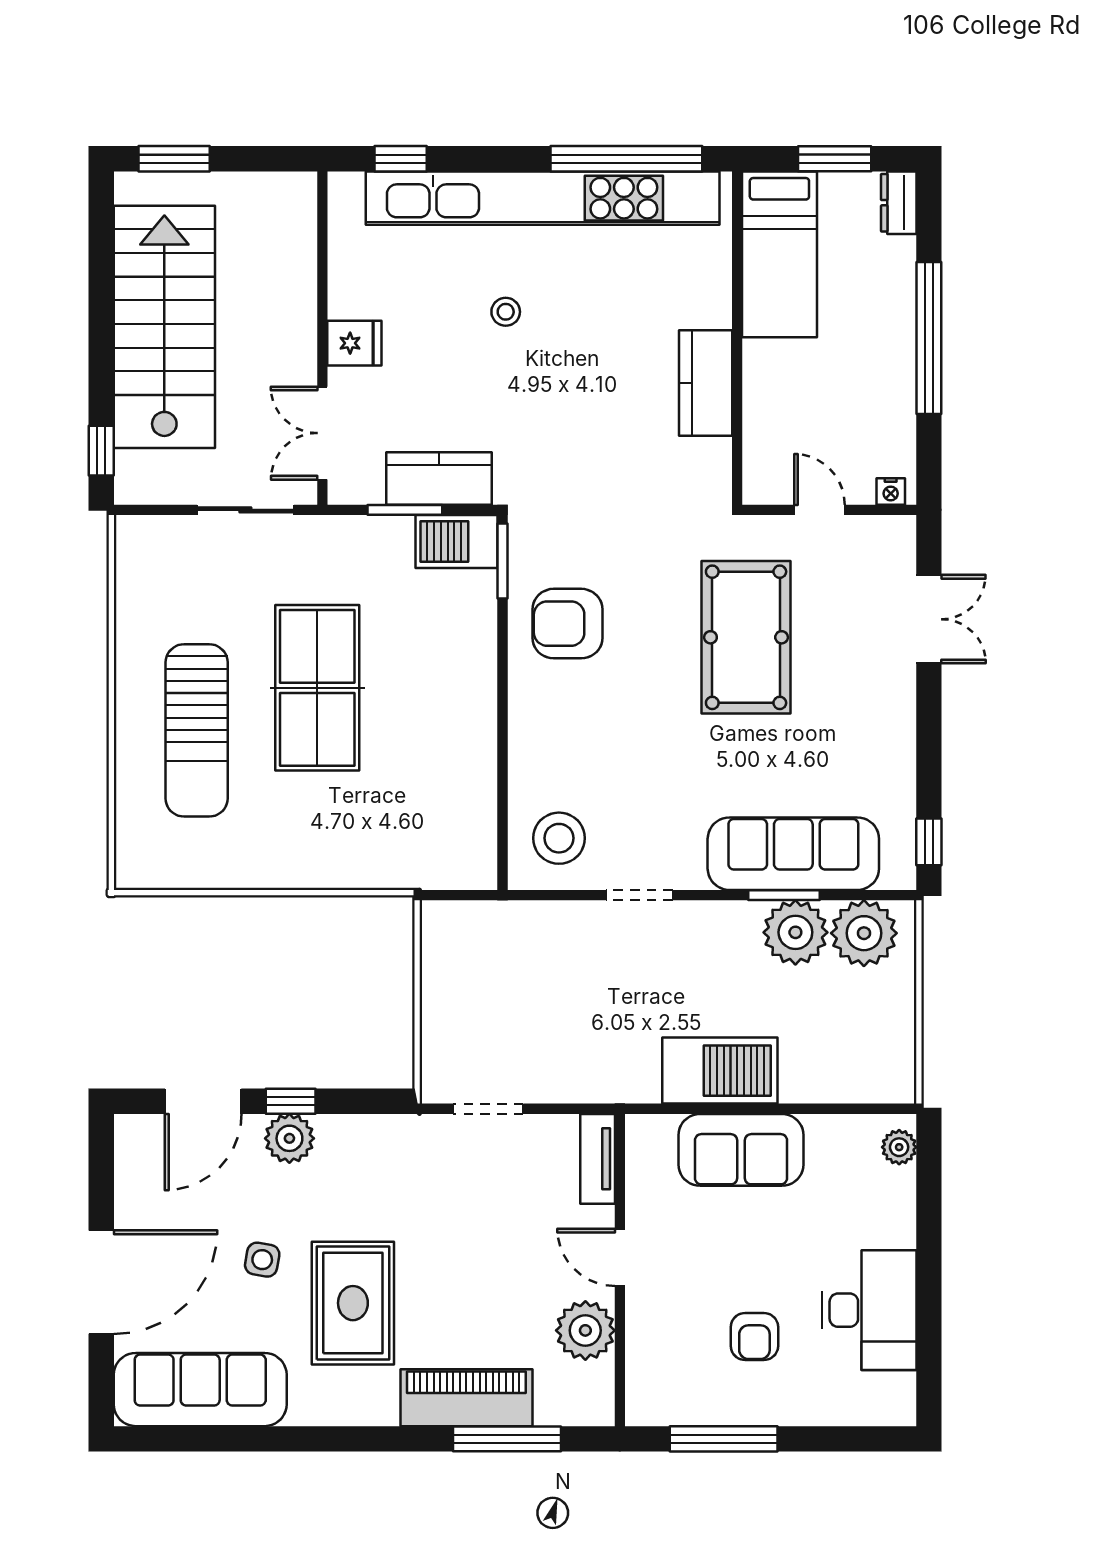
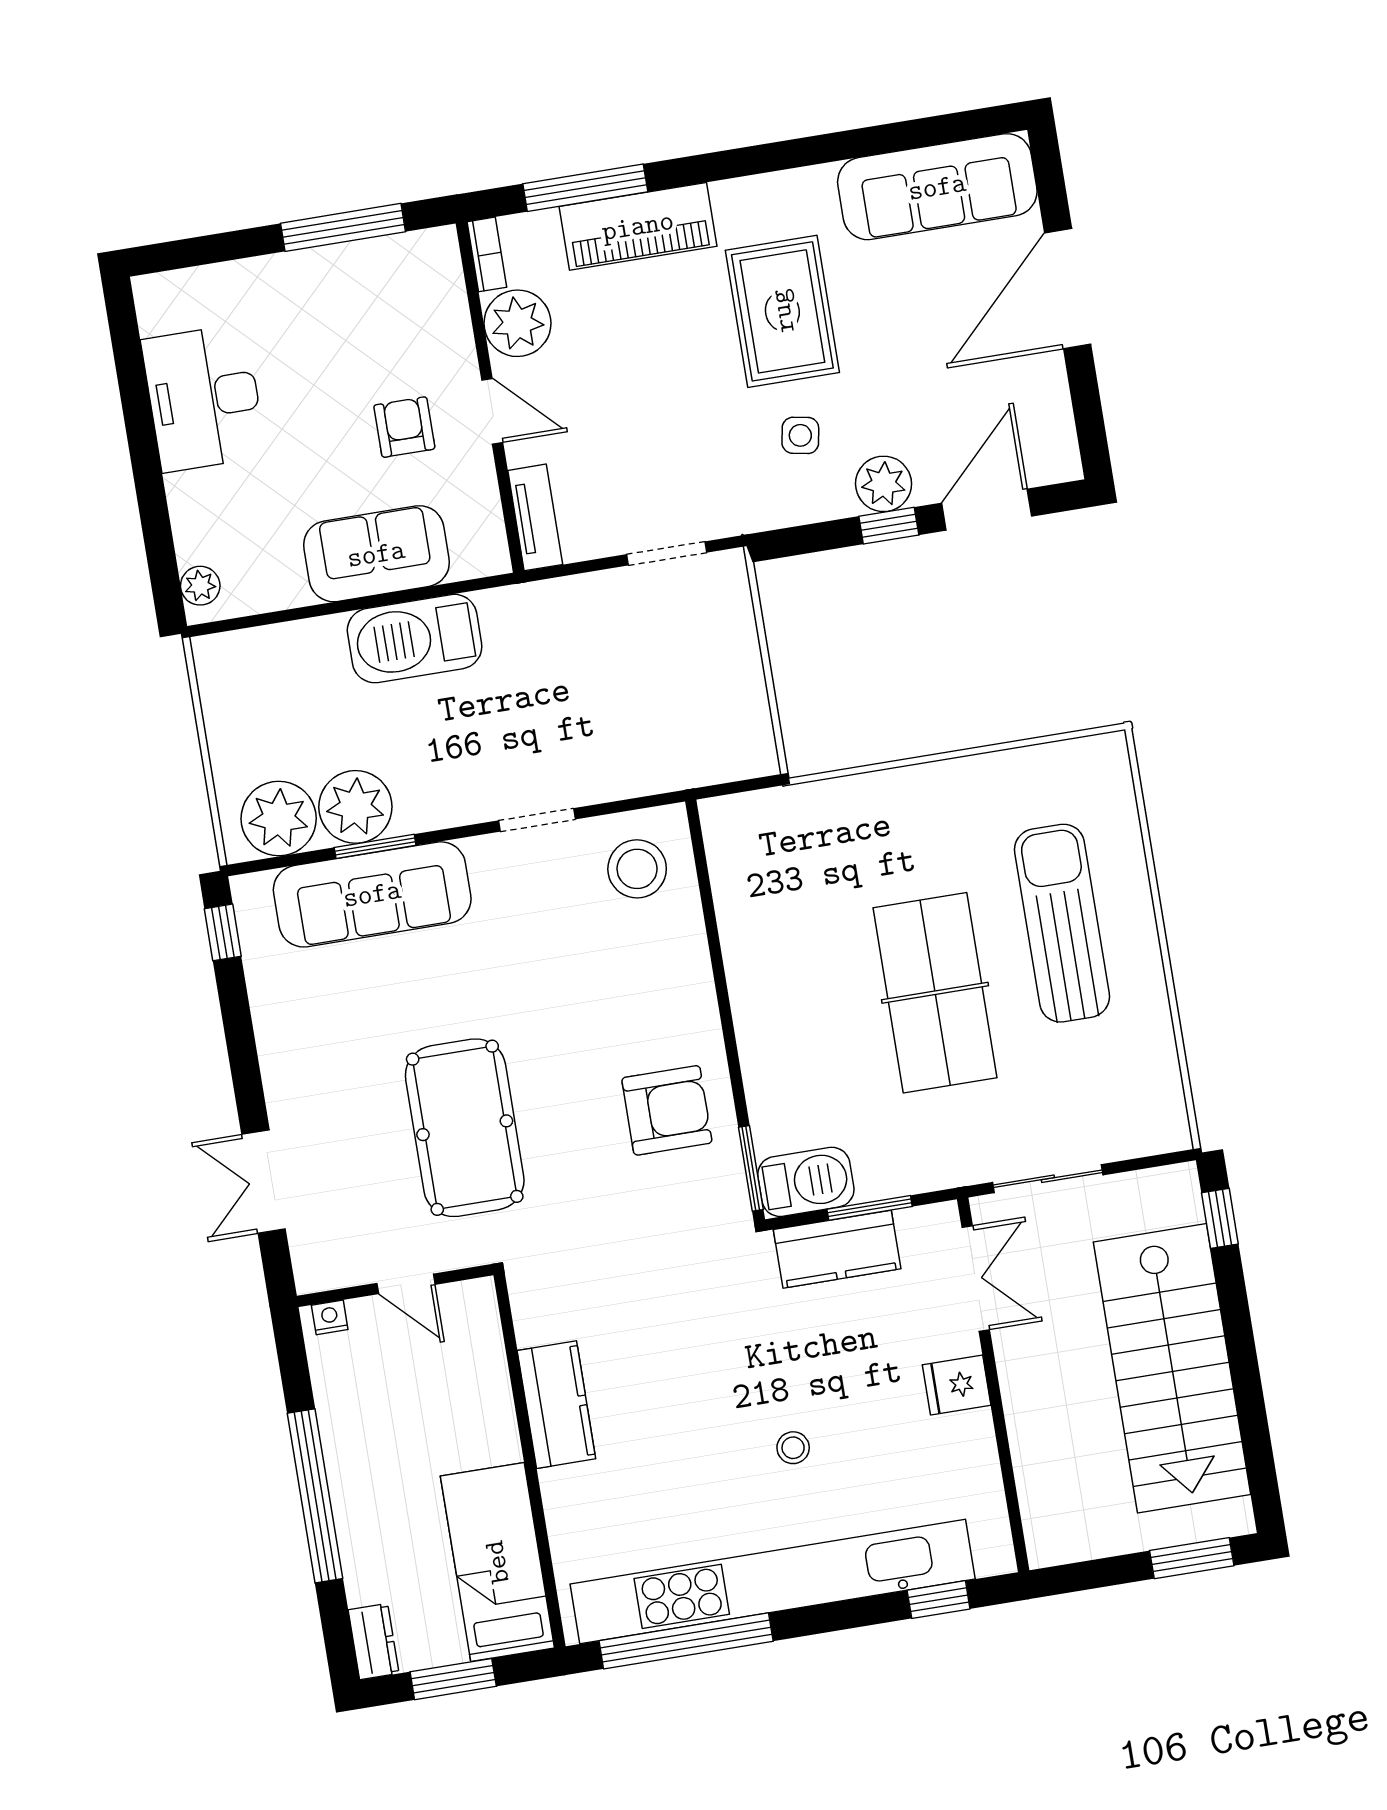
side table: (262, 1260) -> (800, 435), moved
armchair: (754, 1337) -> (404, 427), moved
bookcase: (602, 1395) -> (487, 254), added

